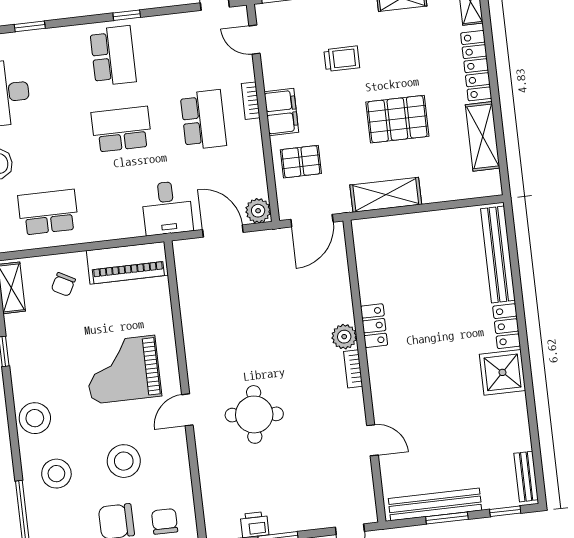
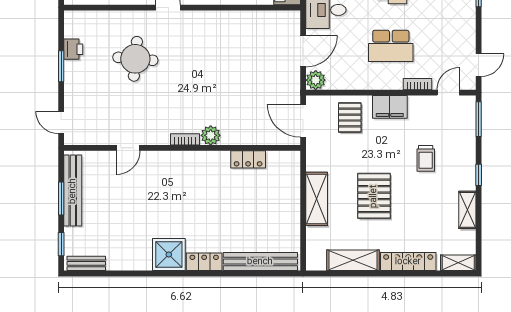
bookcase: (251, 101) -> (417, 84), moved
shelving: (386, 195) -> (317, 199), moved
locker: (374, 326) -> (248, 159), moved
round table: (254, 414) -> (135, 59), moved

